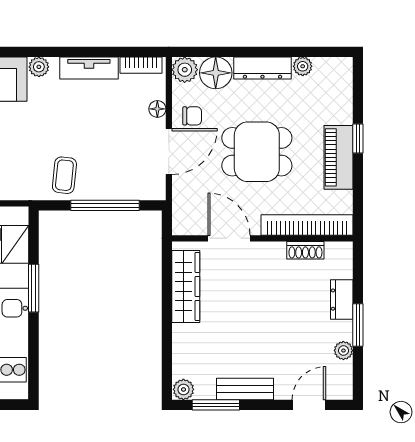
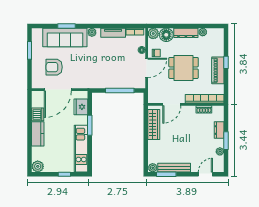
coffee table: (64, 175) -> (103, 78), removed
door: (229, 238) -> (172, 104), swing flipped
bench: (245, 389) -> (174, 168), width x1.36

